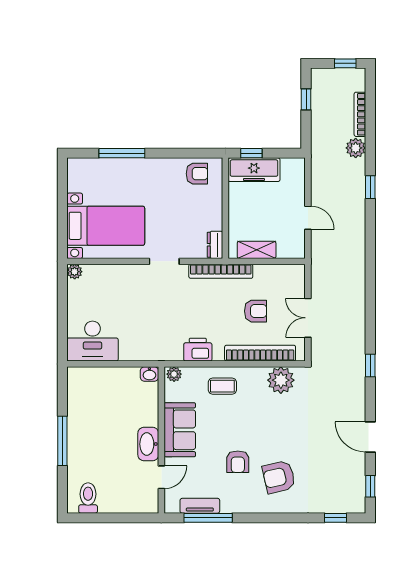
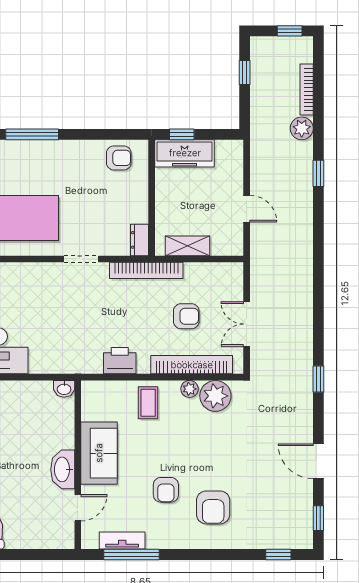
plant: (174, 374) -> (190, 389), moved
coffee table: (222, 386) -> (148, 403), turned 90
armchair: (279, 477) -> (213, 507), turned -77

